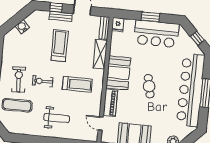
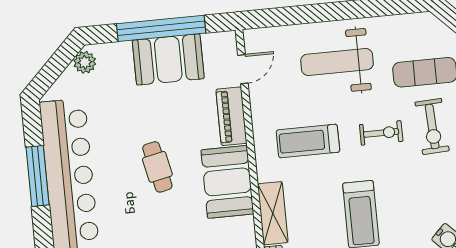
weight bench: (57, 118) -> (337, 62), width x1.36, depth x1.33
door: (101, 123) -> (243, 69), hinge flipped

